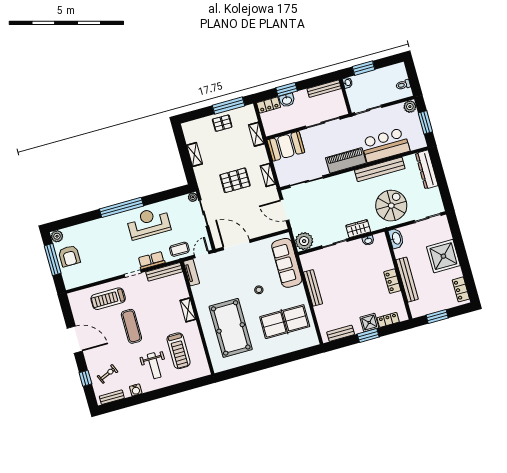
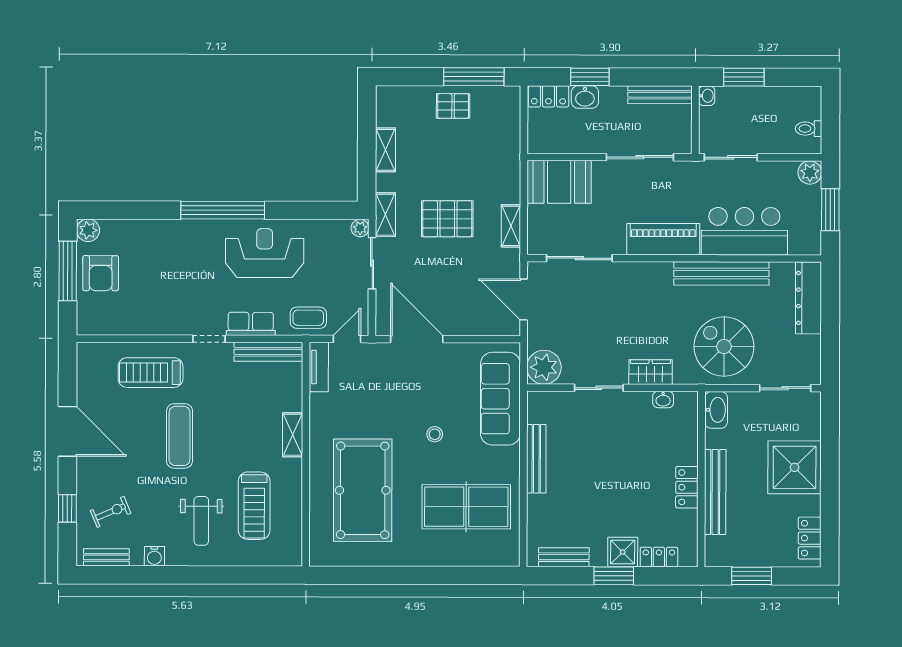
shelving: (256, 134) -> (385, 215), moved
spiral stairs: (391, 206) -> (724, 347), turned -90

